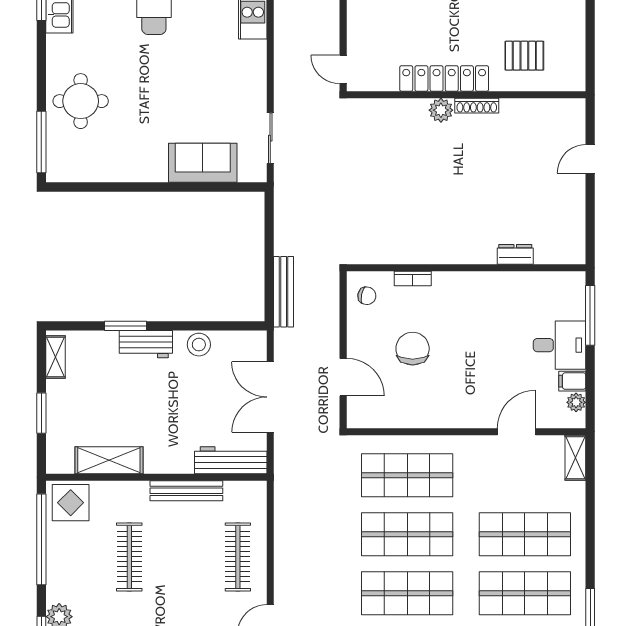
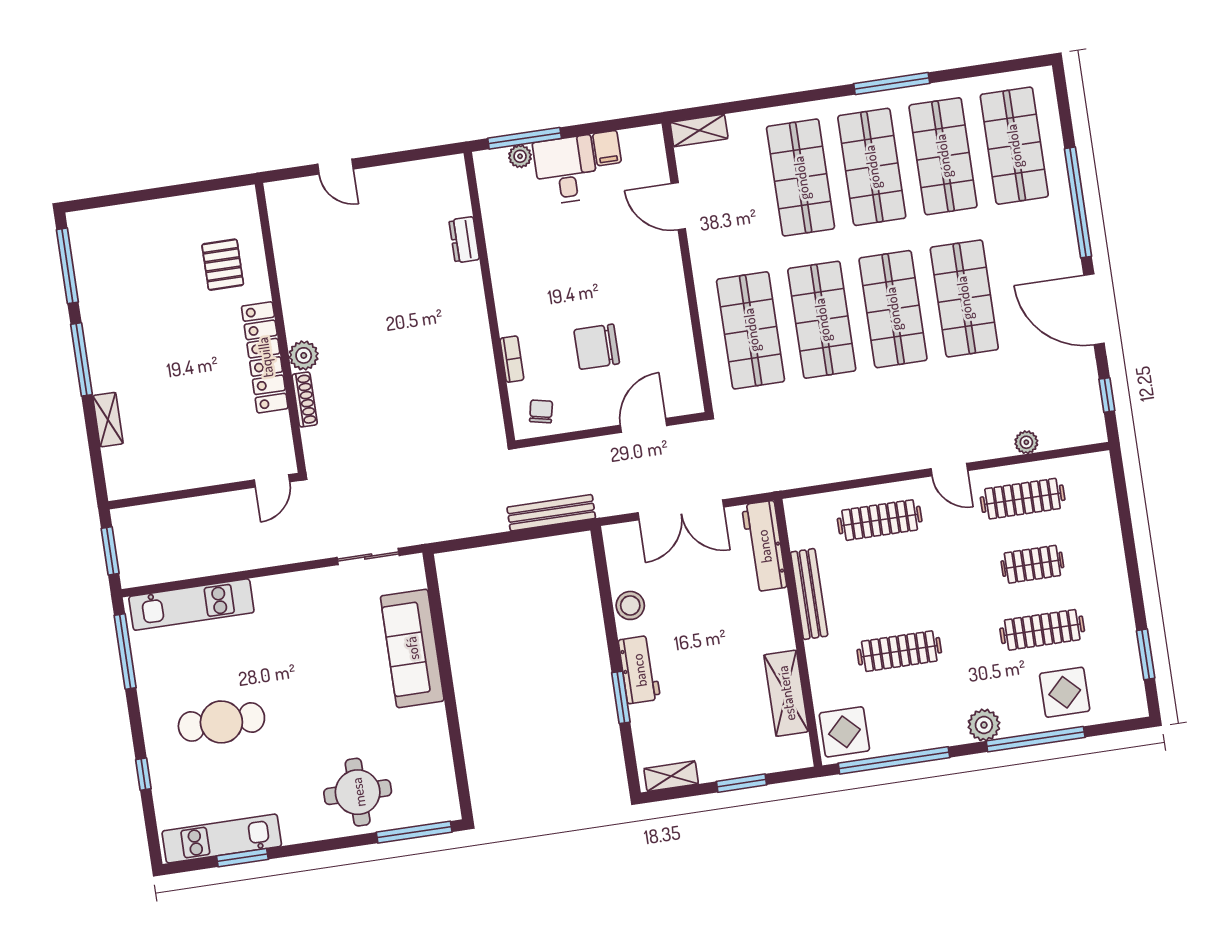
shoe rack: (477, 106) -> (305, 399), moved
sofa: (203, 163) -> (412, 648), width x1.36
plant: (576, 402) -> (520, 156), moved

